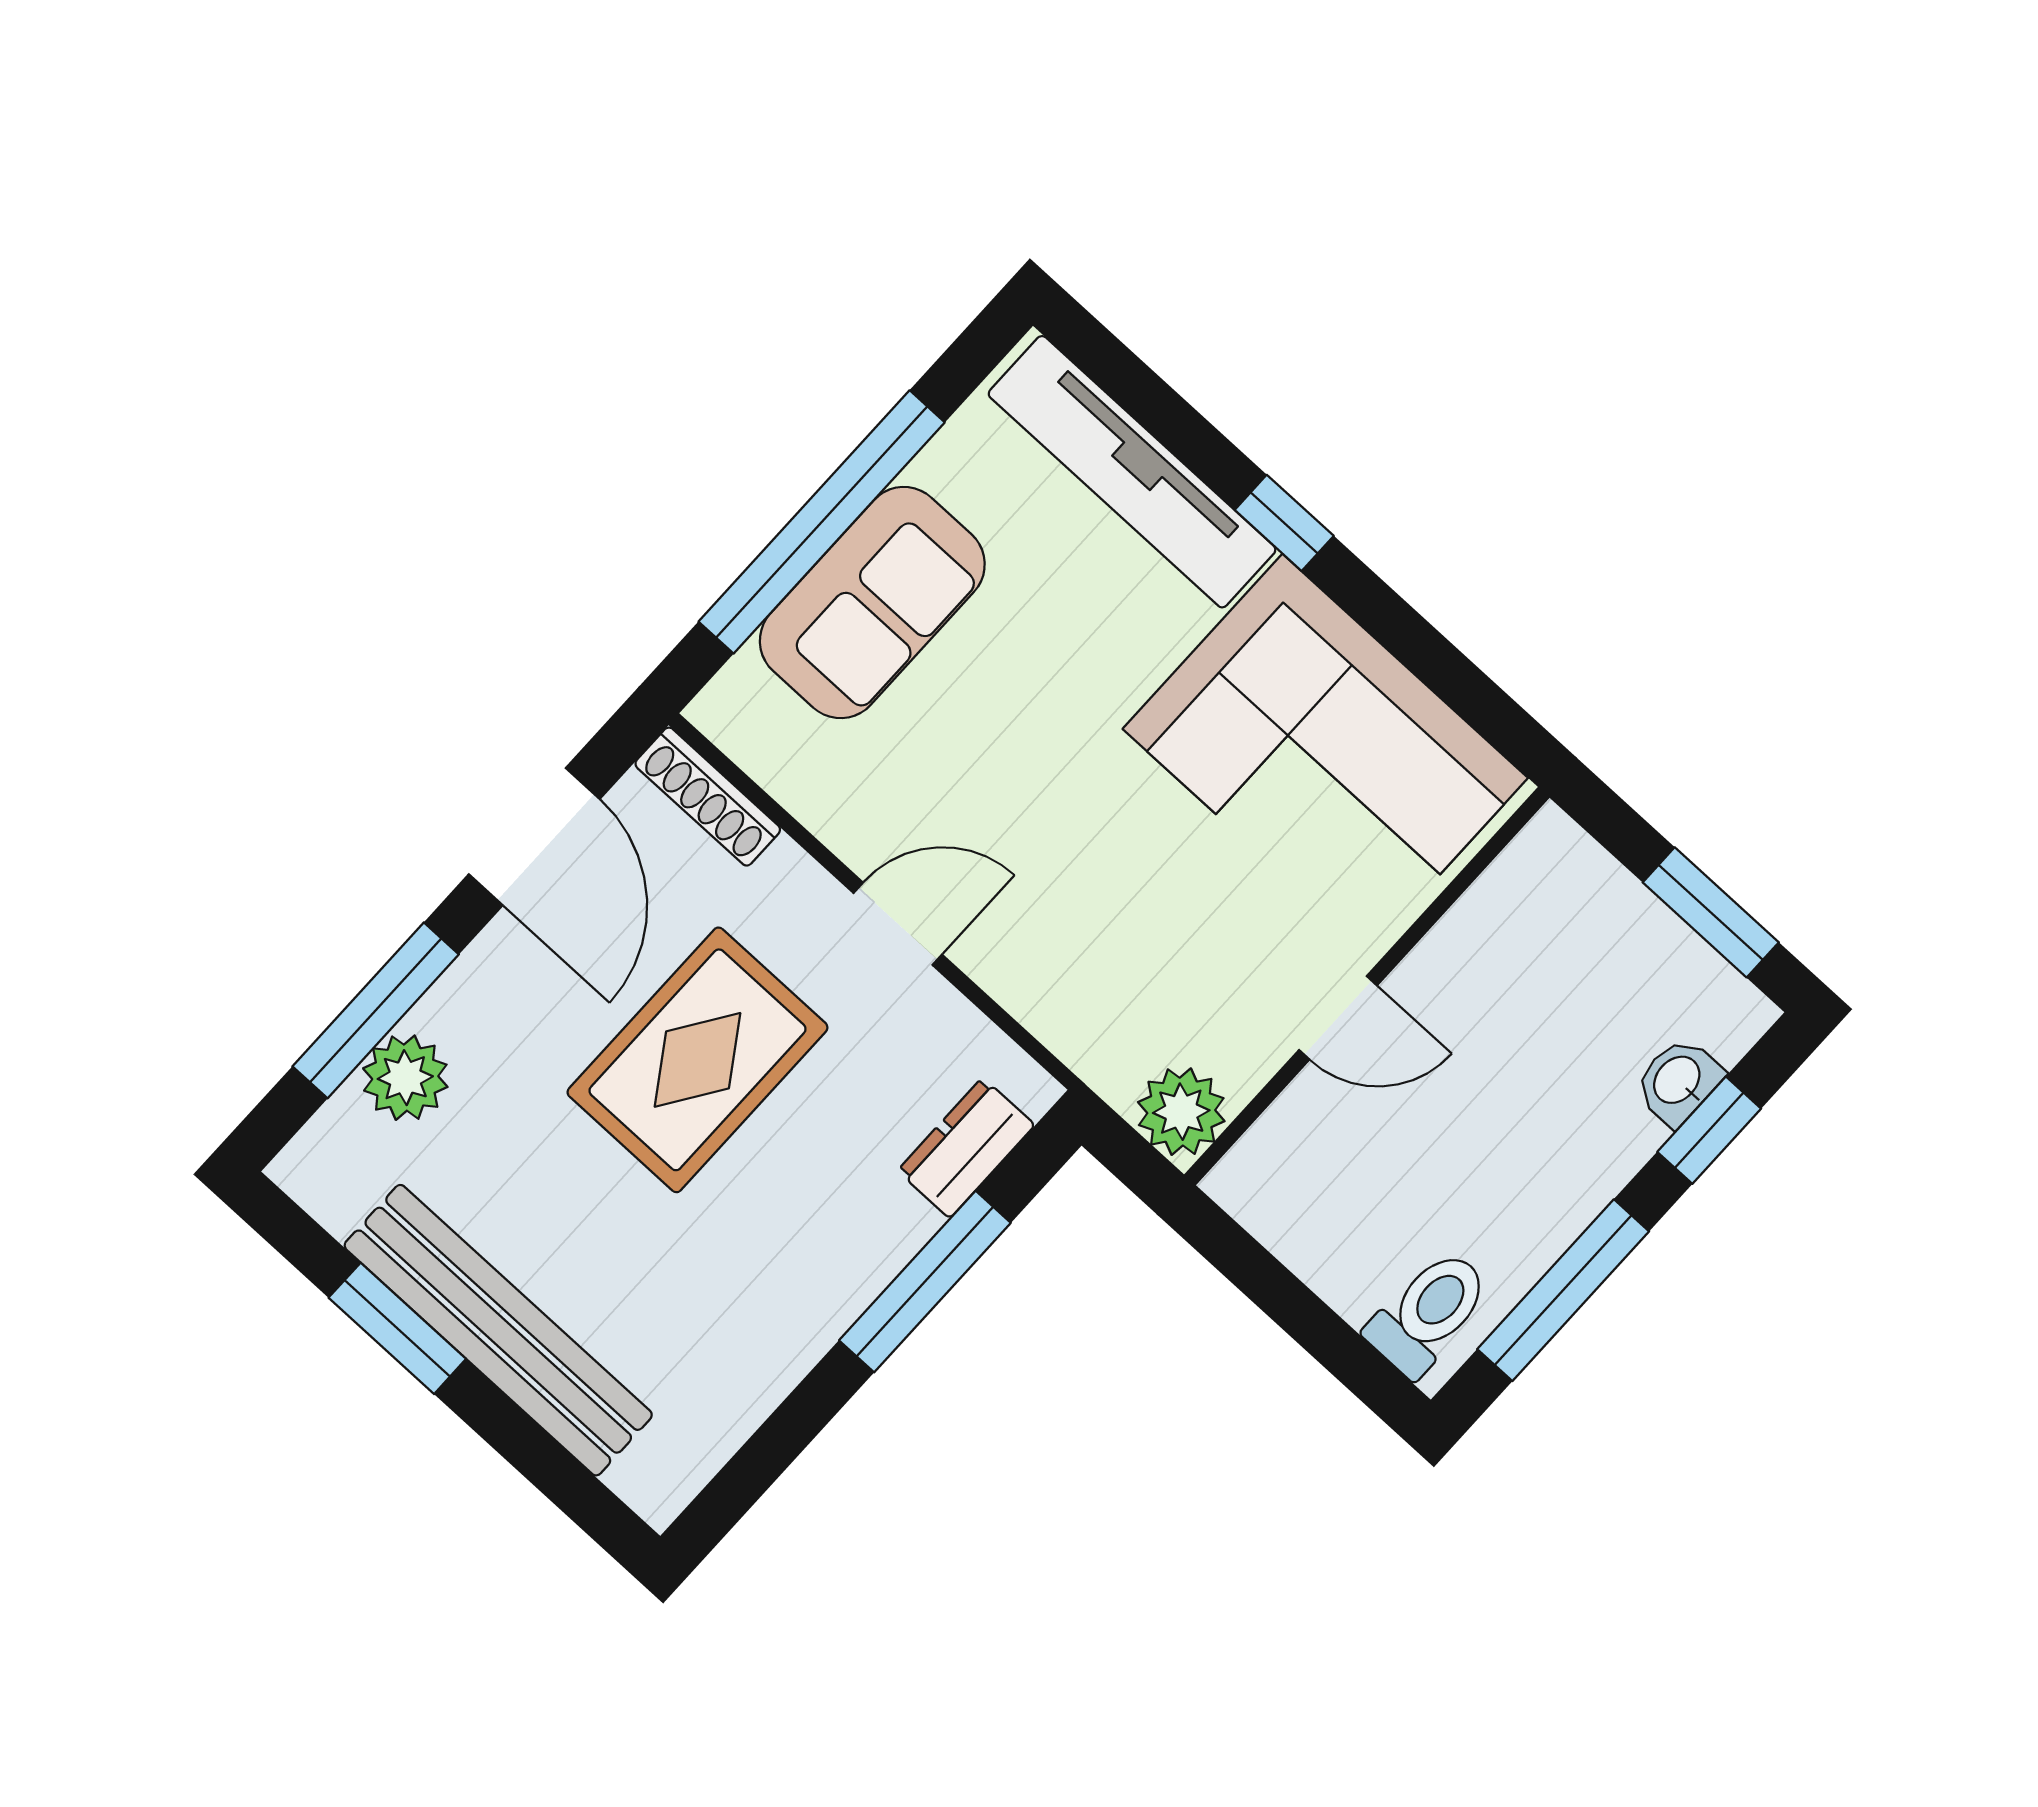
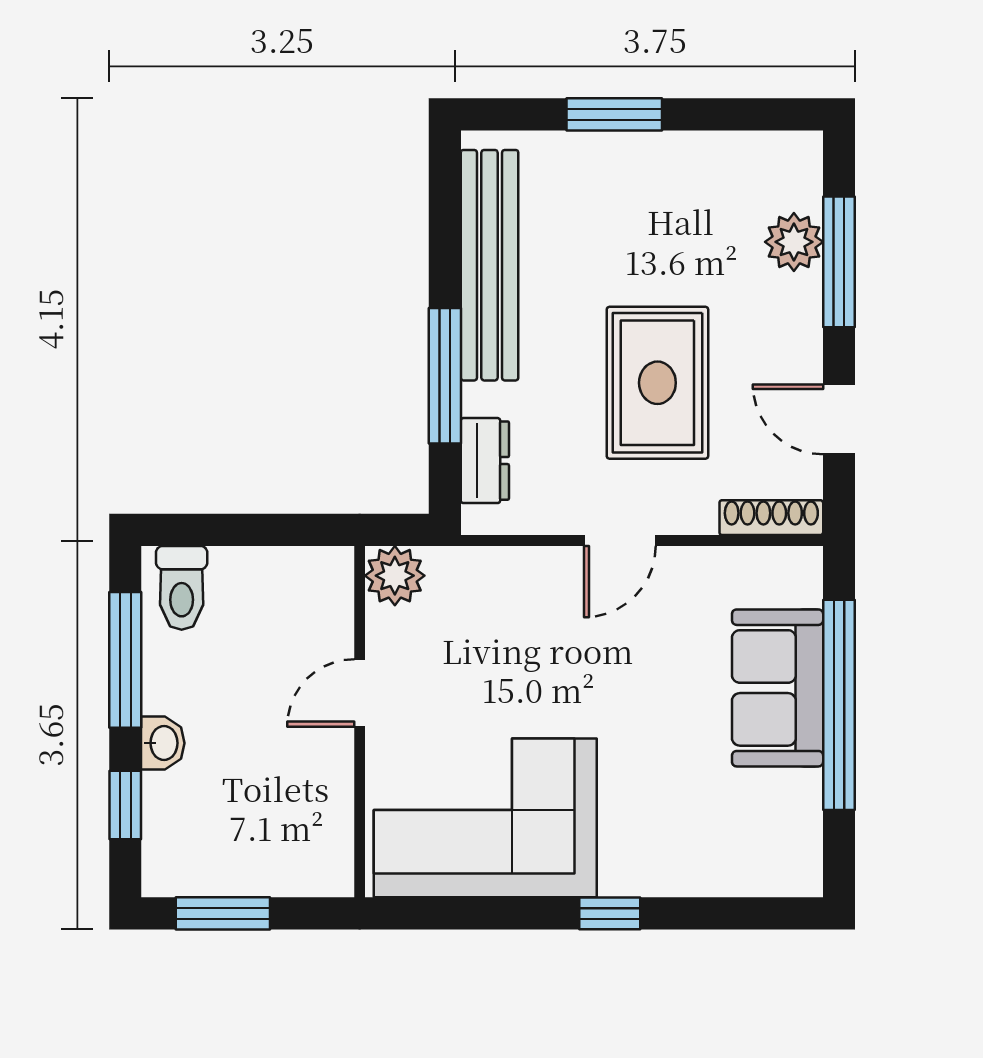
tv unit: (1132, 472) -> (708, 870), removed
door: (534, 837) -> (839, 419), width x0.73
washbasin: (1678, 1081) -> (163, 743), moved
window: (397, 1328) -> (614, 114), moved
bench: (498, 1330) -> (489, 265), moved, turned 90

